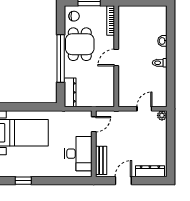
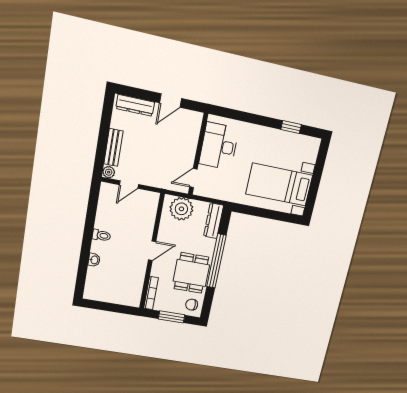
plant: (99, 97) -> (181, 209), added
bench: (101, 160) -> (113, 147), moved

